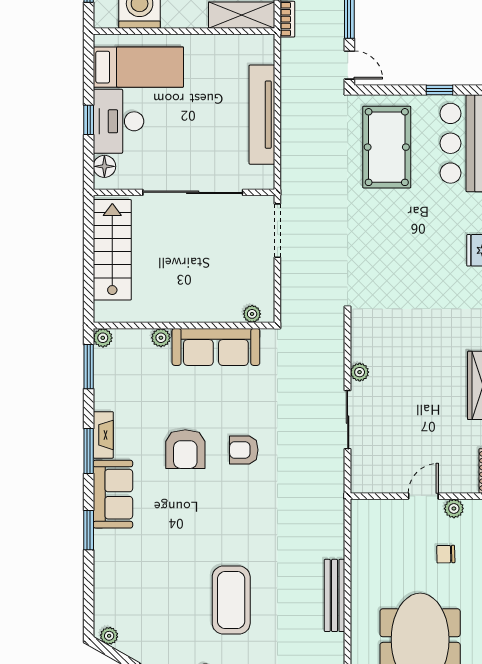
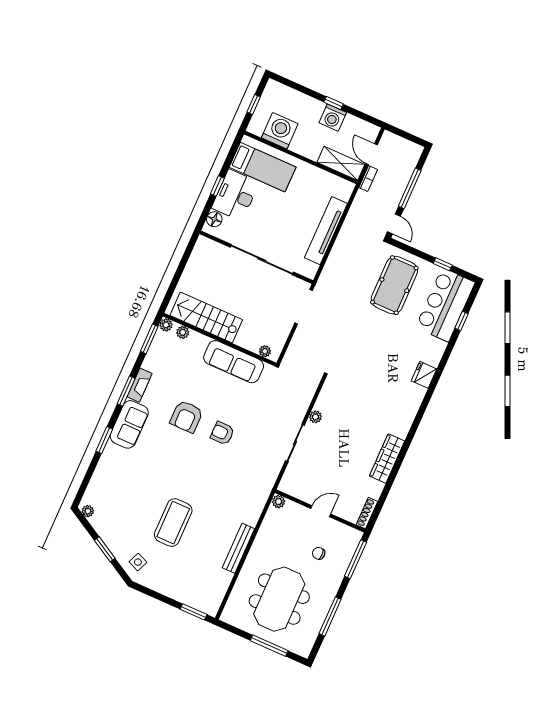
stairs: (112, 250) -> (206, 318), moved, turned -90
plant: (161, 338) -> (183, 332), moved
plant: (454, 509) -> (279, 502), moved

